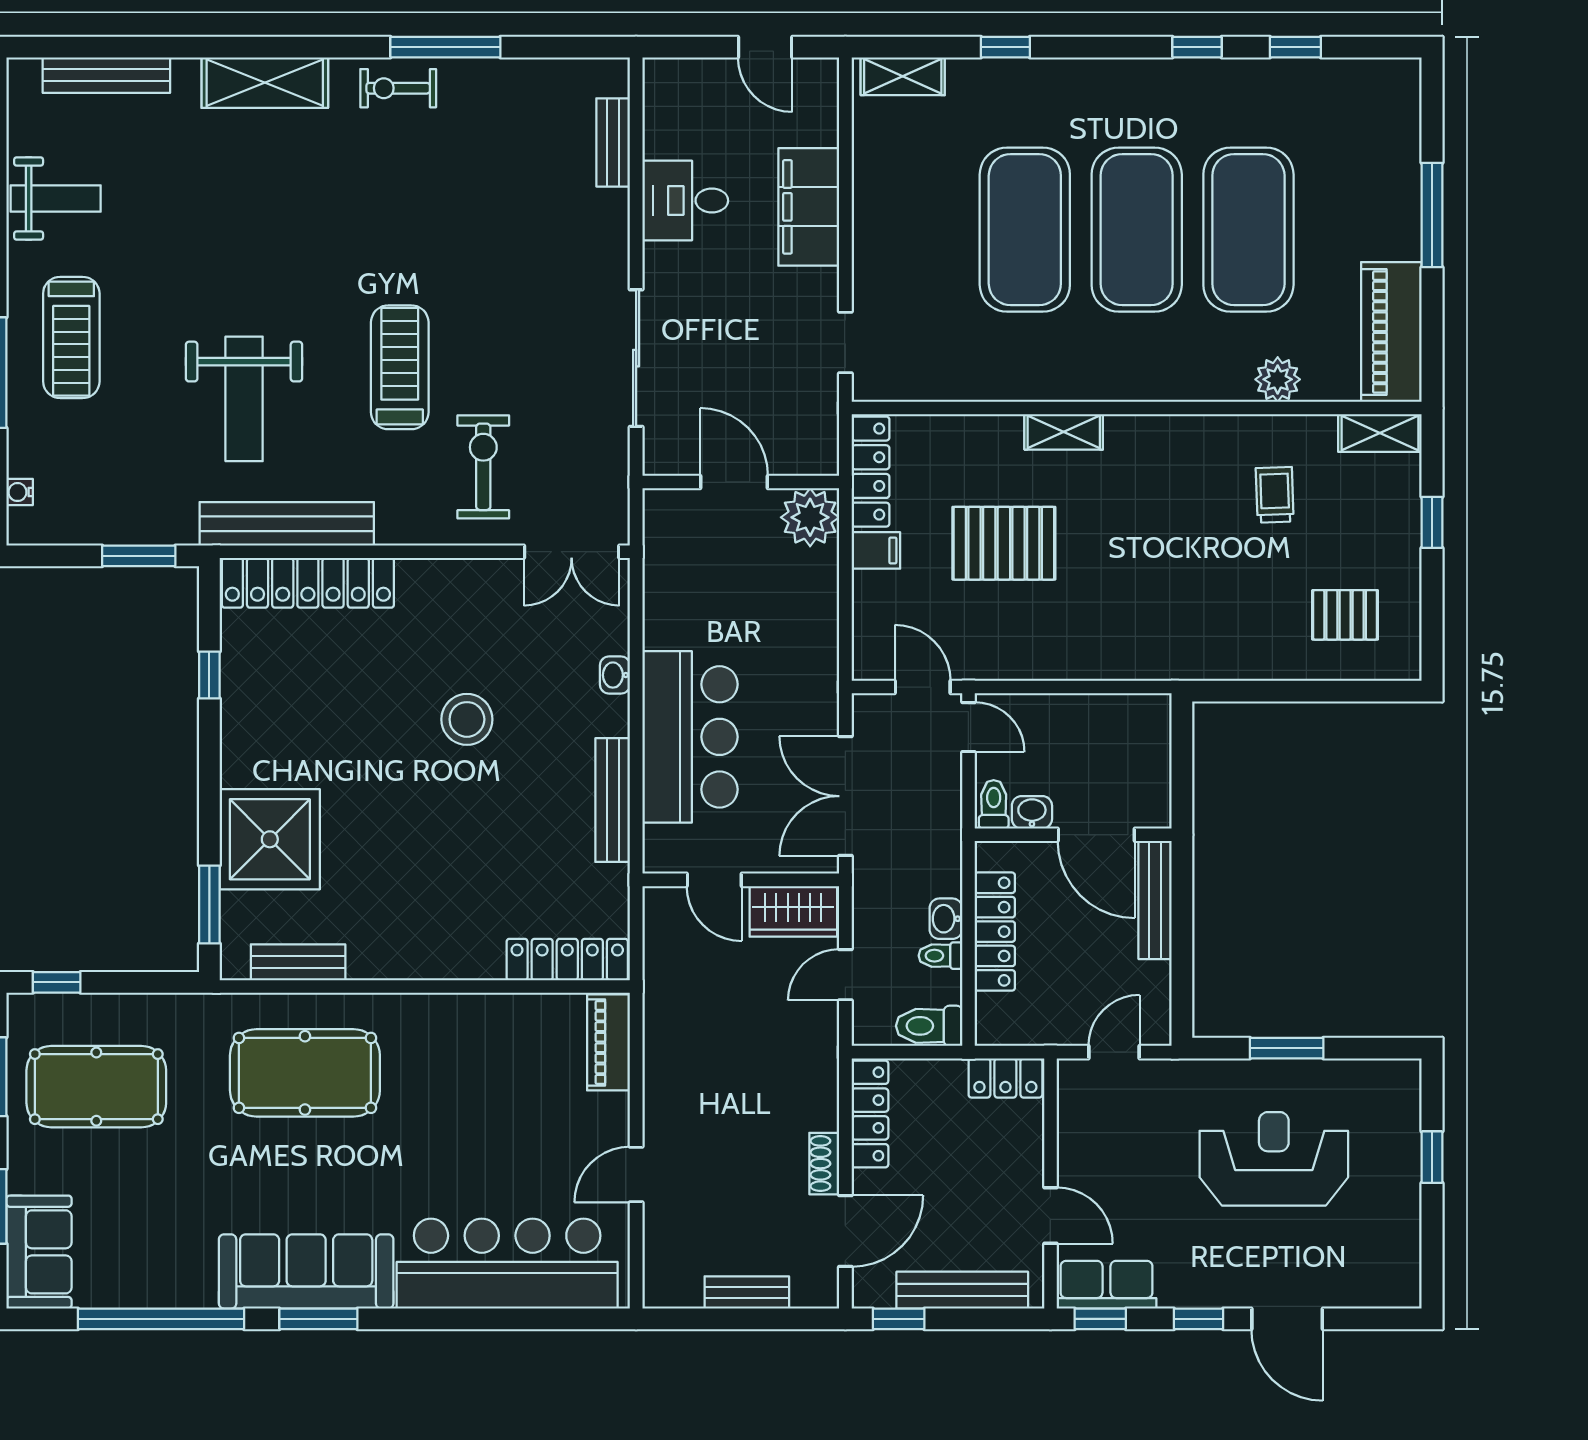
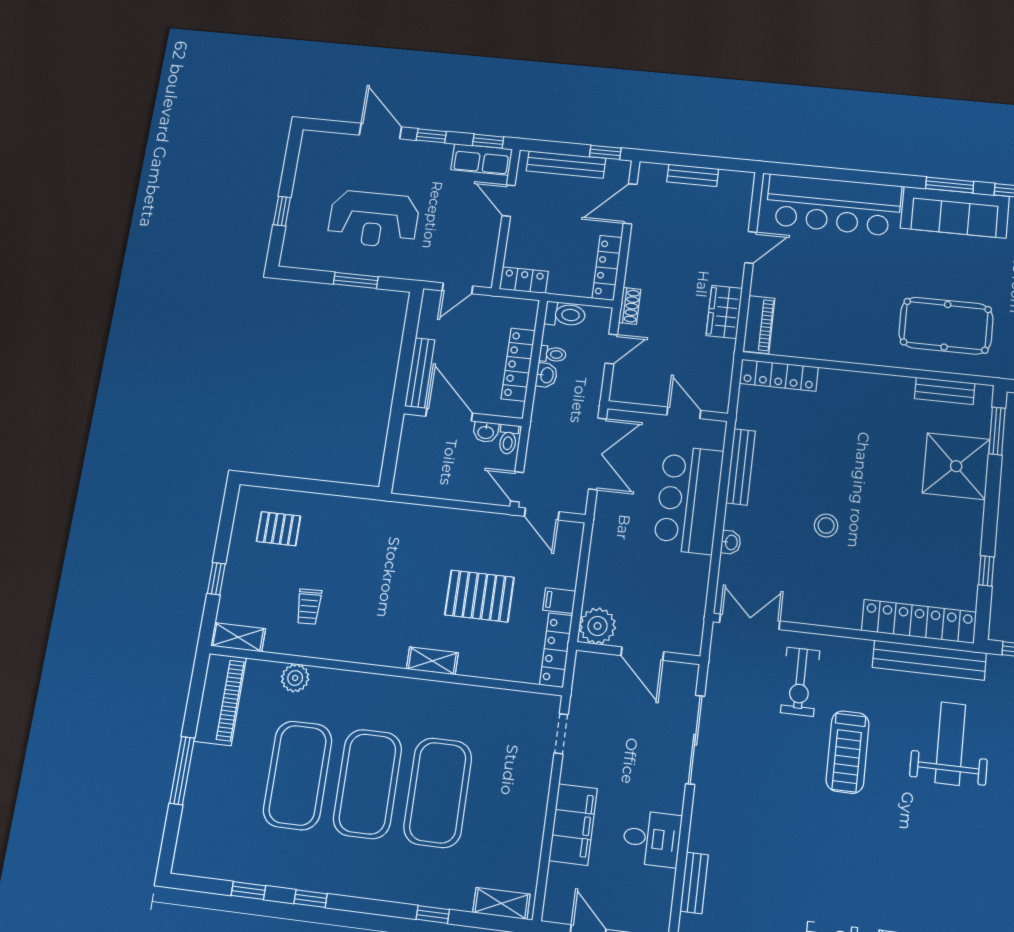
stool: (467, 719) -> (826, 525), width x0.73, depth x0.73
wardrobe: (793, 911) -> (724, 312), moved, turned -90
shoe rack: (824, 1164) -> (630, 306), moved

